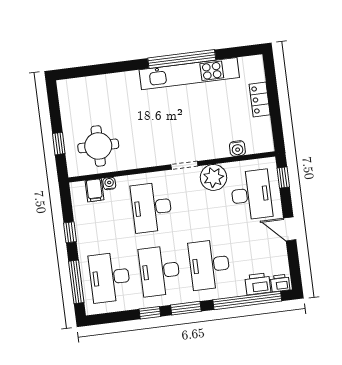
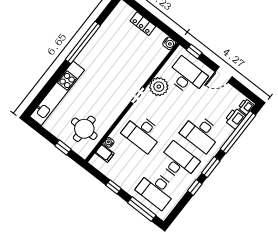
kitchen unit: (189, 74) -> (57, 93), moved
water cooler: (237, 148) -> (169, 43), moved
desk: (160, 271) -> (179, 161), turned 180

